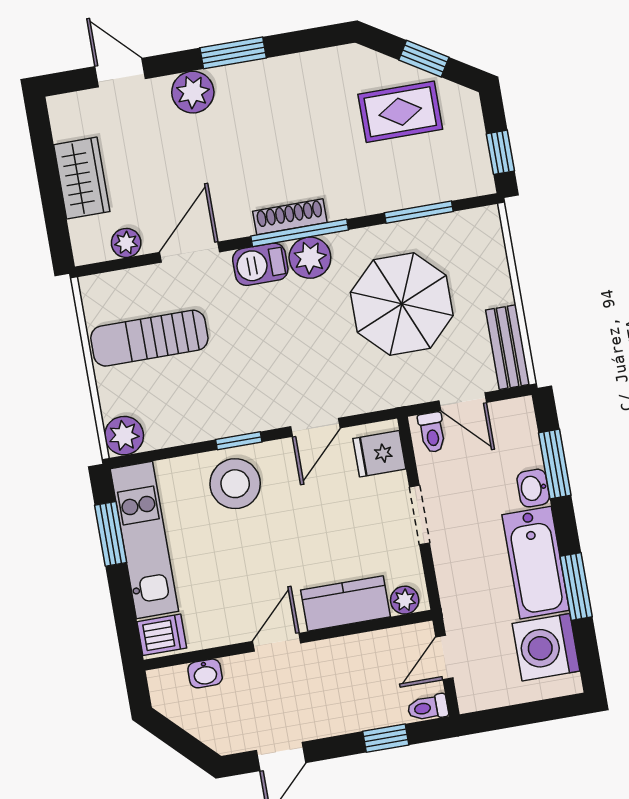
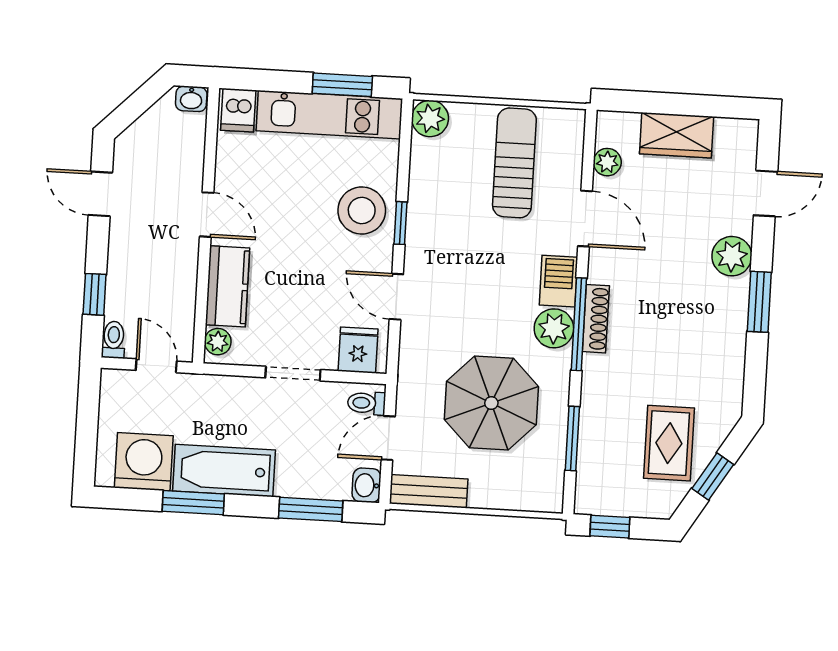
washbasin: (533, 488) -> (367, 485), moved, turned -90
washbasin: (205, 673) -> (191, 99), moved, turned -90

